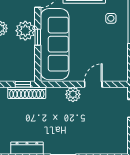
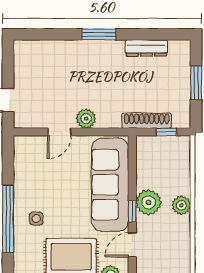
window: (38, 37) -> (132, 211), moved
window: (23, 84) -> (166, 132), moved

